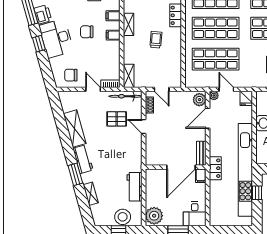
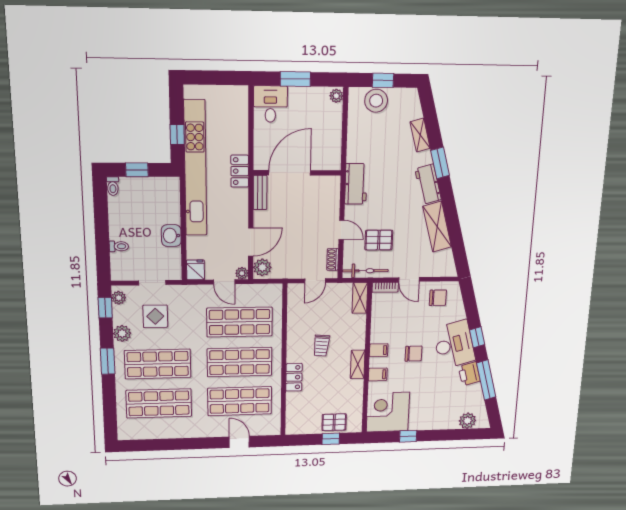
door: (162, 89) -> (315, 281), swing flipped
filing cabinet: (201, 176) -> (261, 160), removed
workbench: (135, 187) -> (356, 184), moved
plant: (154, 216) -> (336, 96), width x0.53, depth x0.53

